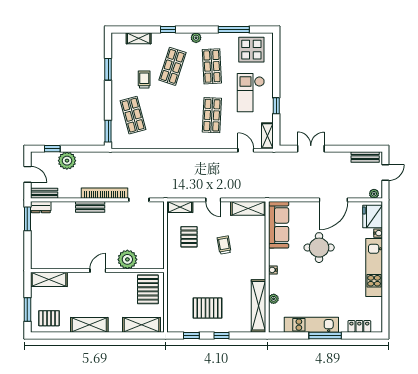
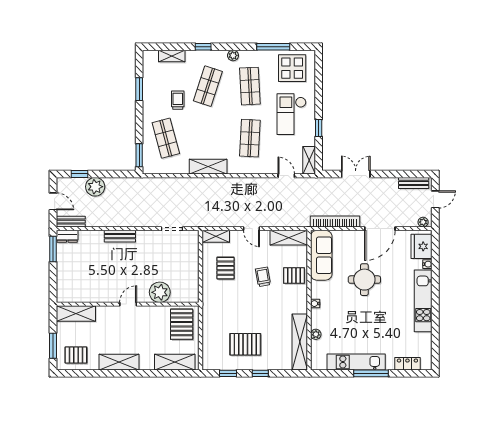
shelving: (173, 142) -> (208, 167), added
bookcase: (105, 193) -> (335, 221), moved
pallet: (253, 244) -> (294, 276), added

